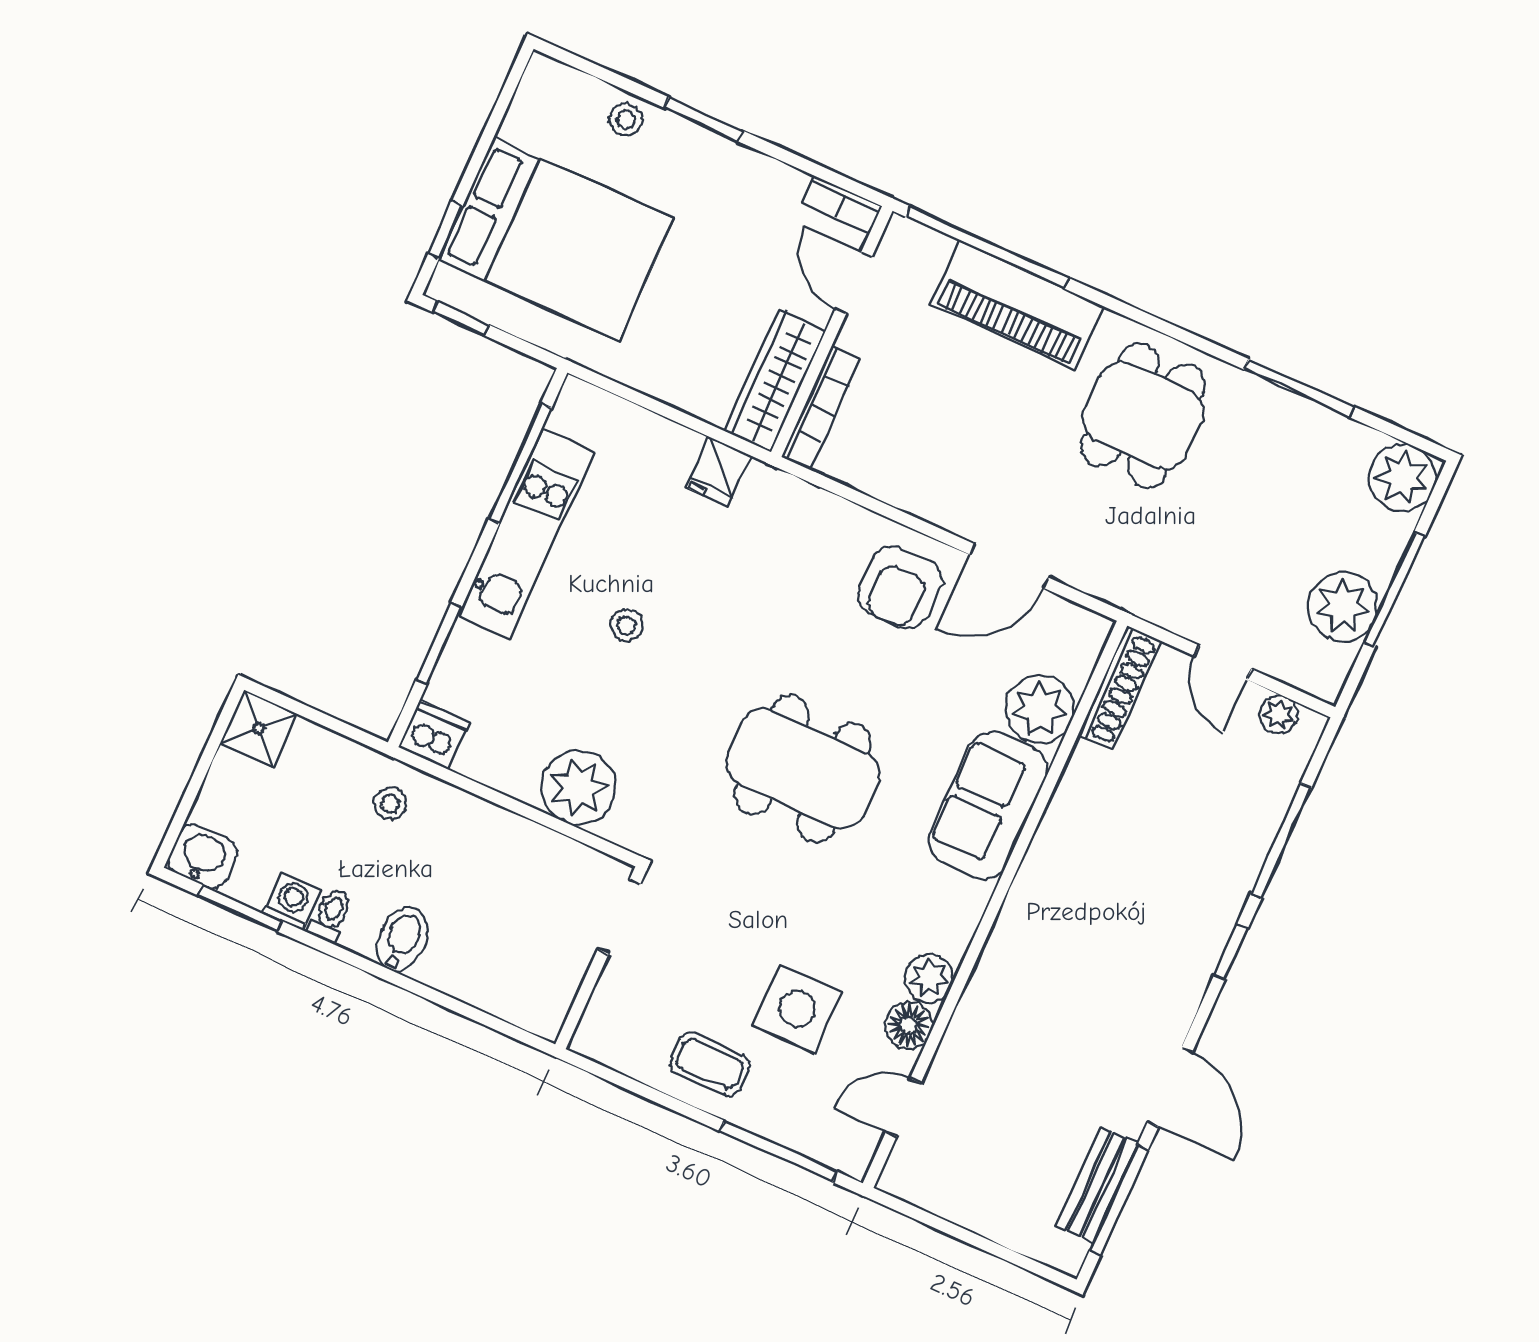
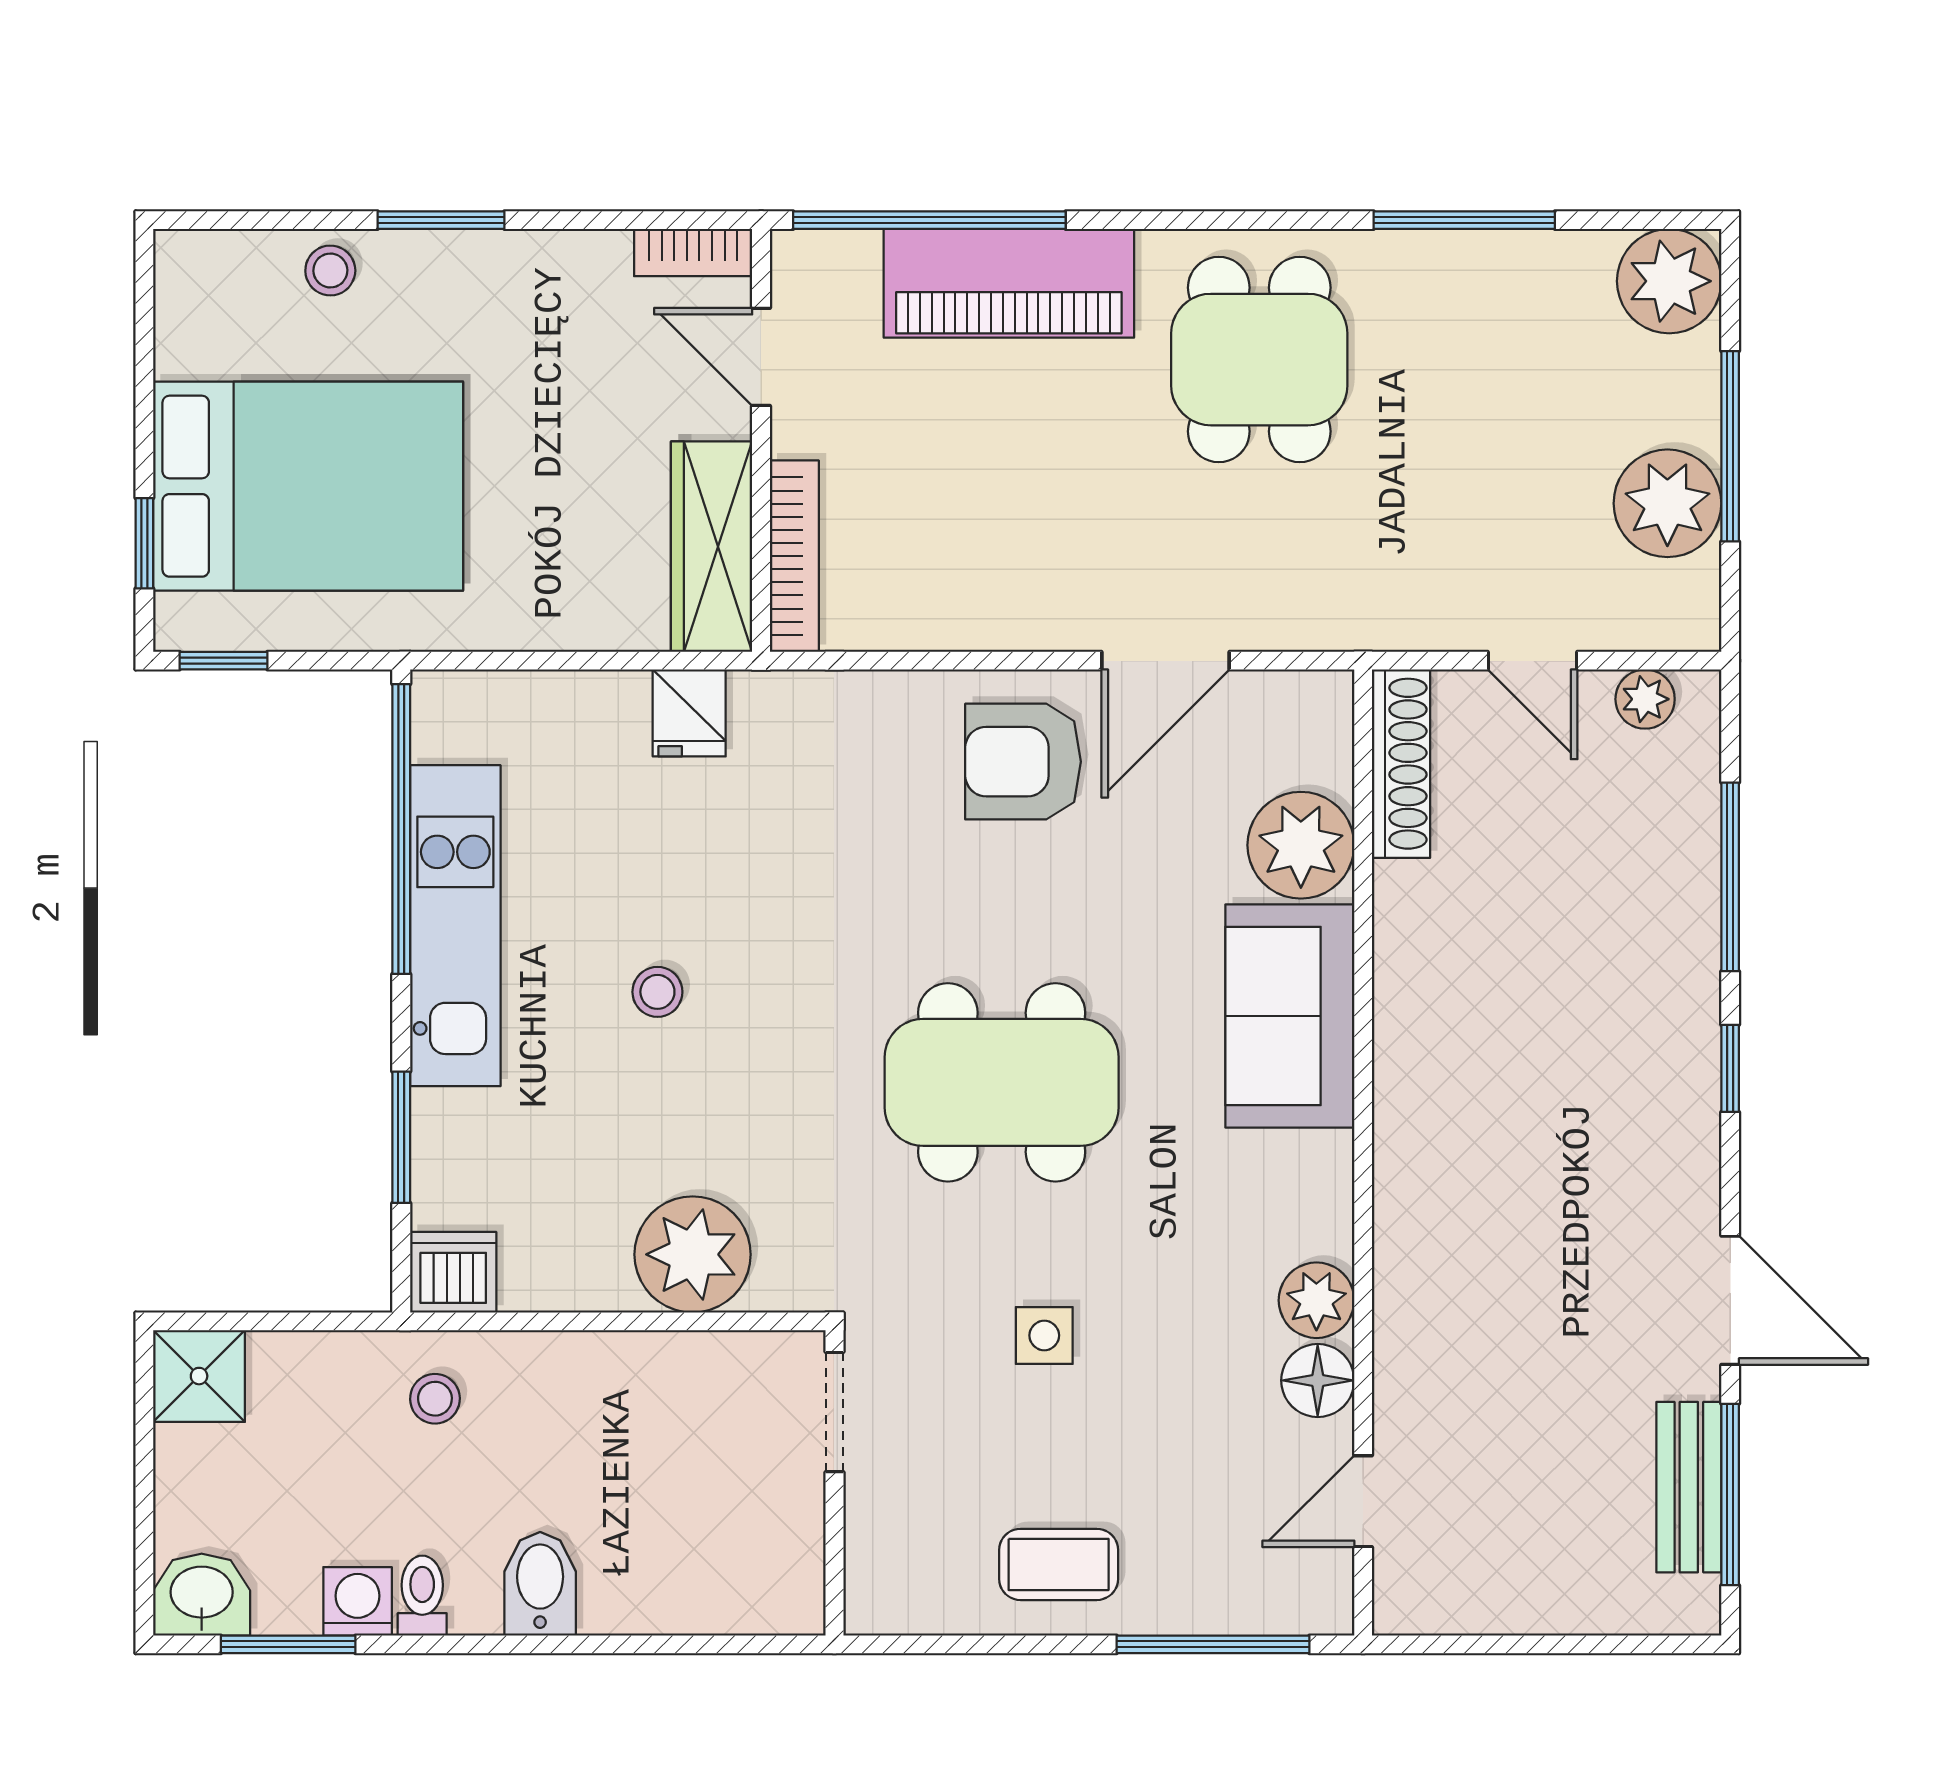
window: (520, 463) -> (401, 829), width x1.46
armchair: (900, 587) -> (1023, 762), turned 90
side table: (797, 1009) -> (1044, 1335), moved, width x0.54, depth x0.54

